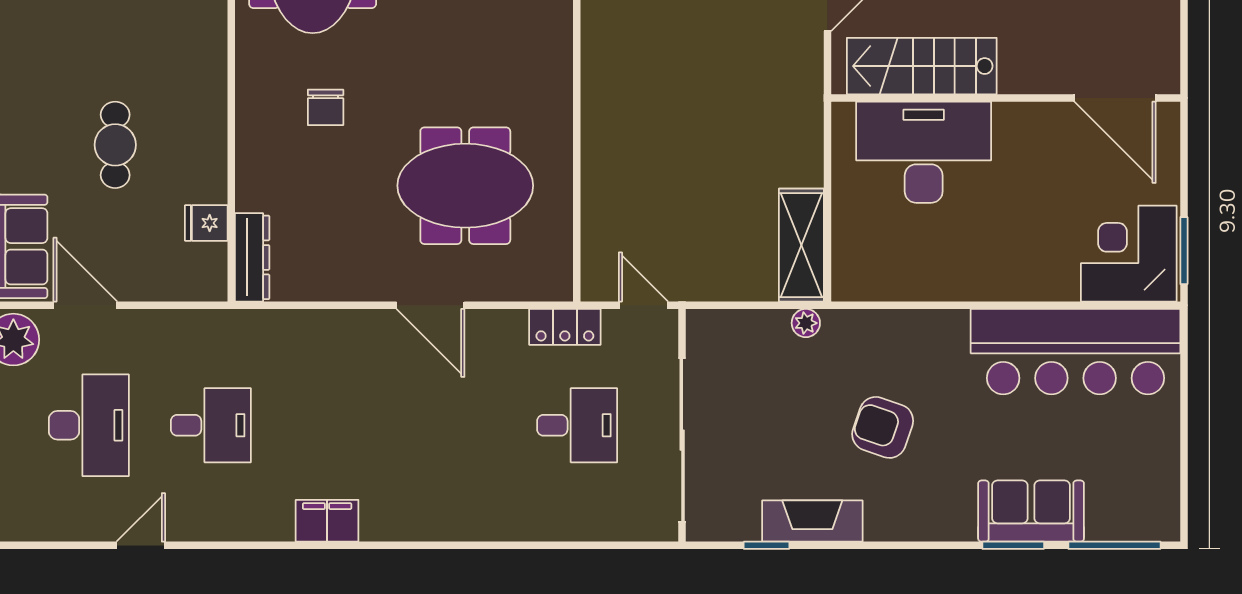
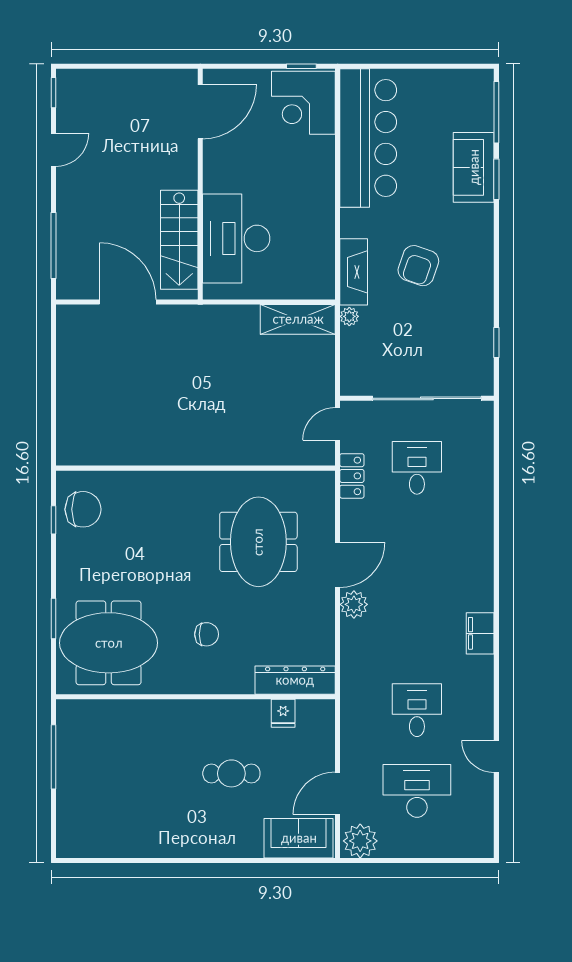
window: (1184, 251) -> (301, 66), width x0.67
dresser: (252, 257) -> (295, 680), width x1.37, depth x1.24
plant: (371, 330) -> (354, 604), added
fireplace: (812, 521) -> (354, 272), moved, turned 180

